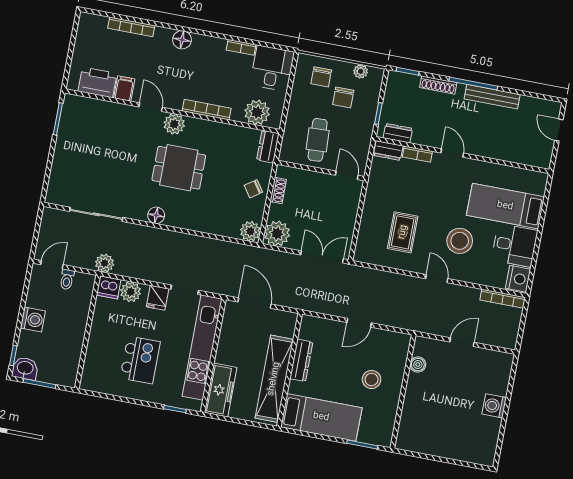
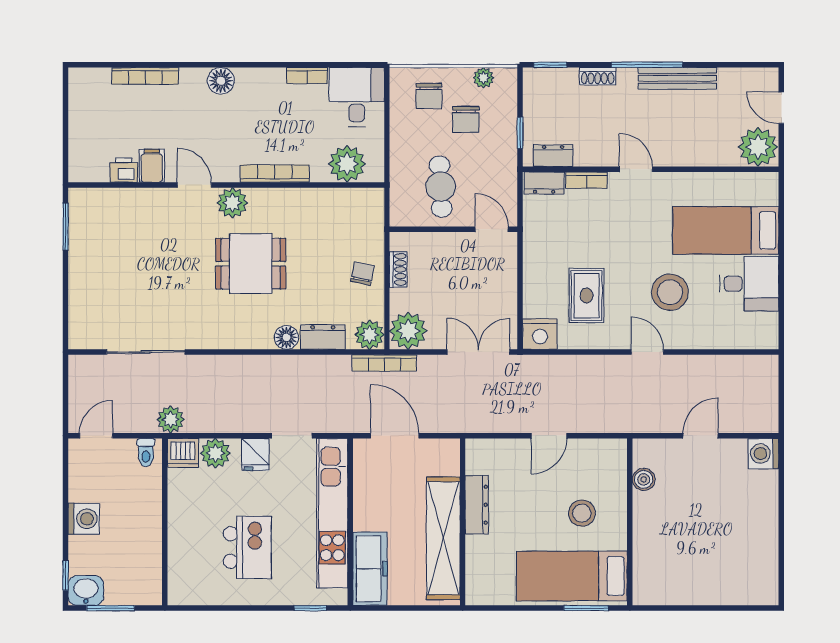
printer: (97, 82) -> (124, 170), width x0.53, depth x0.68
shoe rack: (438, 85) -> (598, 76), width x0.70
dresser: (268, 147) -> (323, 337), moved, turned 90
plant: (538, 154) -> (758, 147), added
chair: (253, 189) -> (362, 274), turned 137
floor lamp: (156, 215) -> (286, 337), moved
toilet: (67, 279) -> (146, 453), moved
nightstand: (518, 279) -> (540, 334), moved, turned 90
bookcase: (503, 299) -> (384, 363), moved
washing machine: (494, 406) -> (763, 454), moved
bed: (321, 417) -> (572, 576), moved, turned 180

